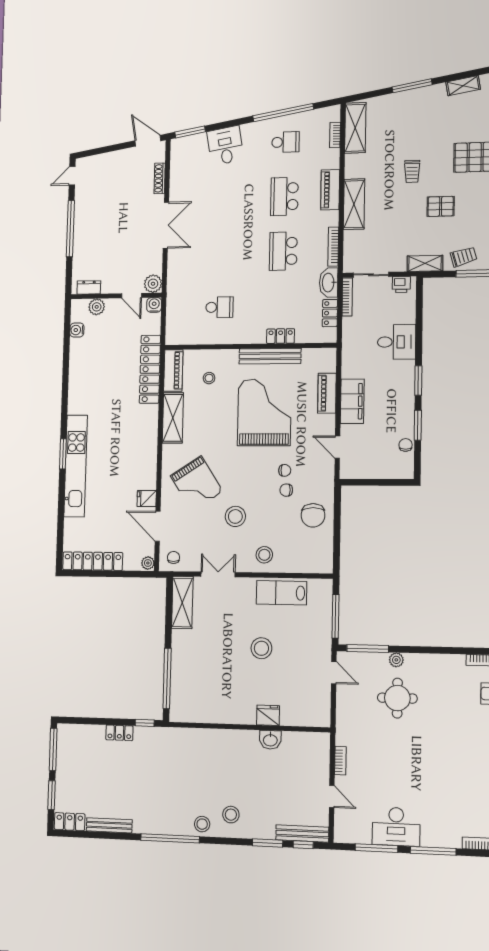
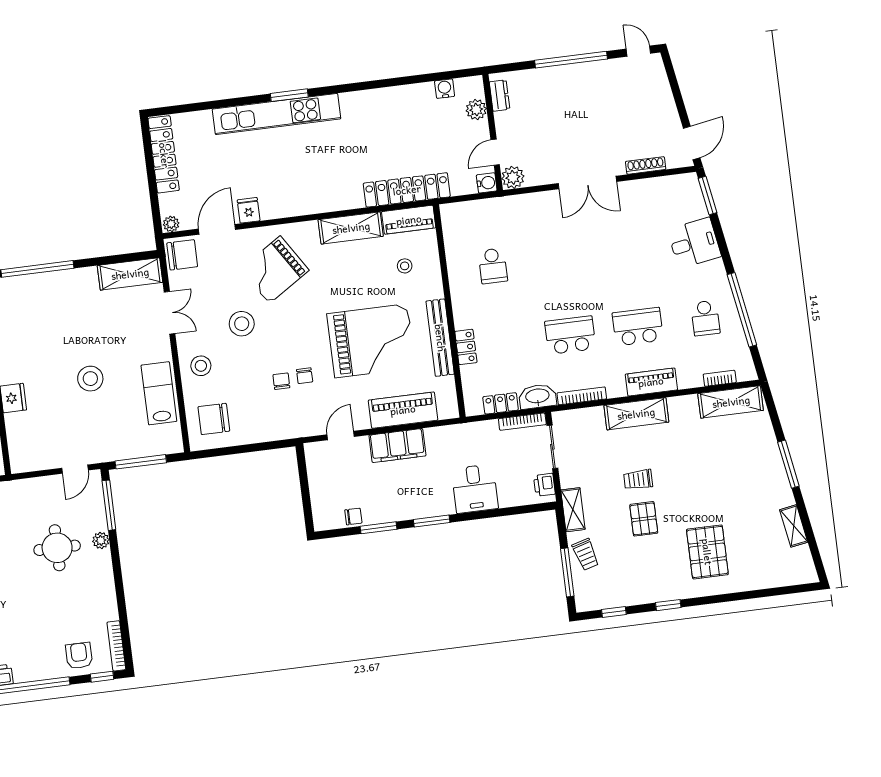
trolley: (412, 171) -> (638, 480), moved
piano: (327, 393) -> (403, 410), width x1.37, depth x1.33
chair: (313, 515) -> (214, 419), moved
chair: (174, 557) -> (182, 255), width x1.87, depth x1.87

